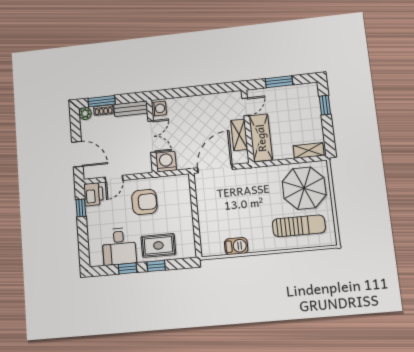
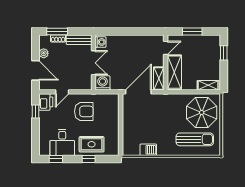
plant: (85, 113) -> (44, 53), moved
shelving: (239, 135) -> (159, 79), moved
window: (128, 268) -> (56, 159), moved

